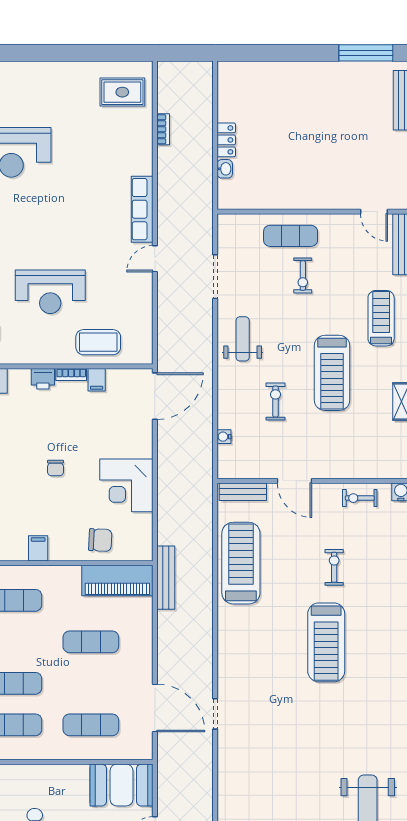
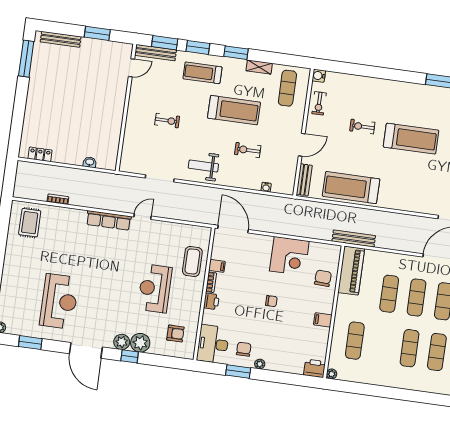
locker: (226, 140) -> (40, 154), moved
exercise mat: (291, 236) -> (287, 88), moved
door: (155, 259) -> (143, 216), swing flipped
reception desk: (50, 292) -> (155, 288), turned 180
exercise mat: (91, 683) -> (417, 298), added

